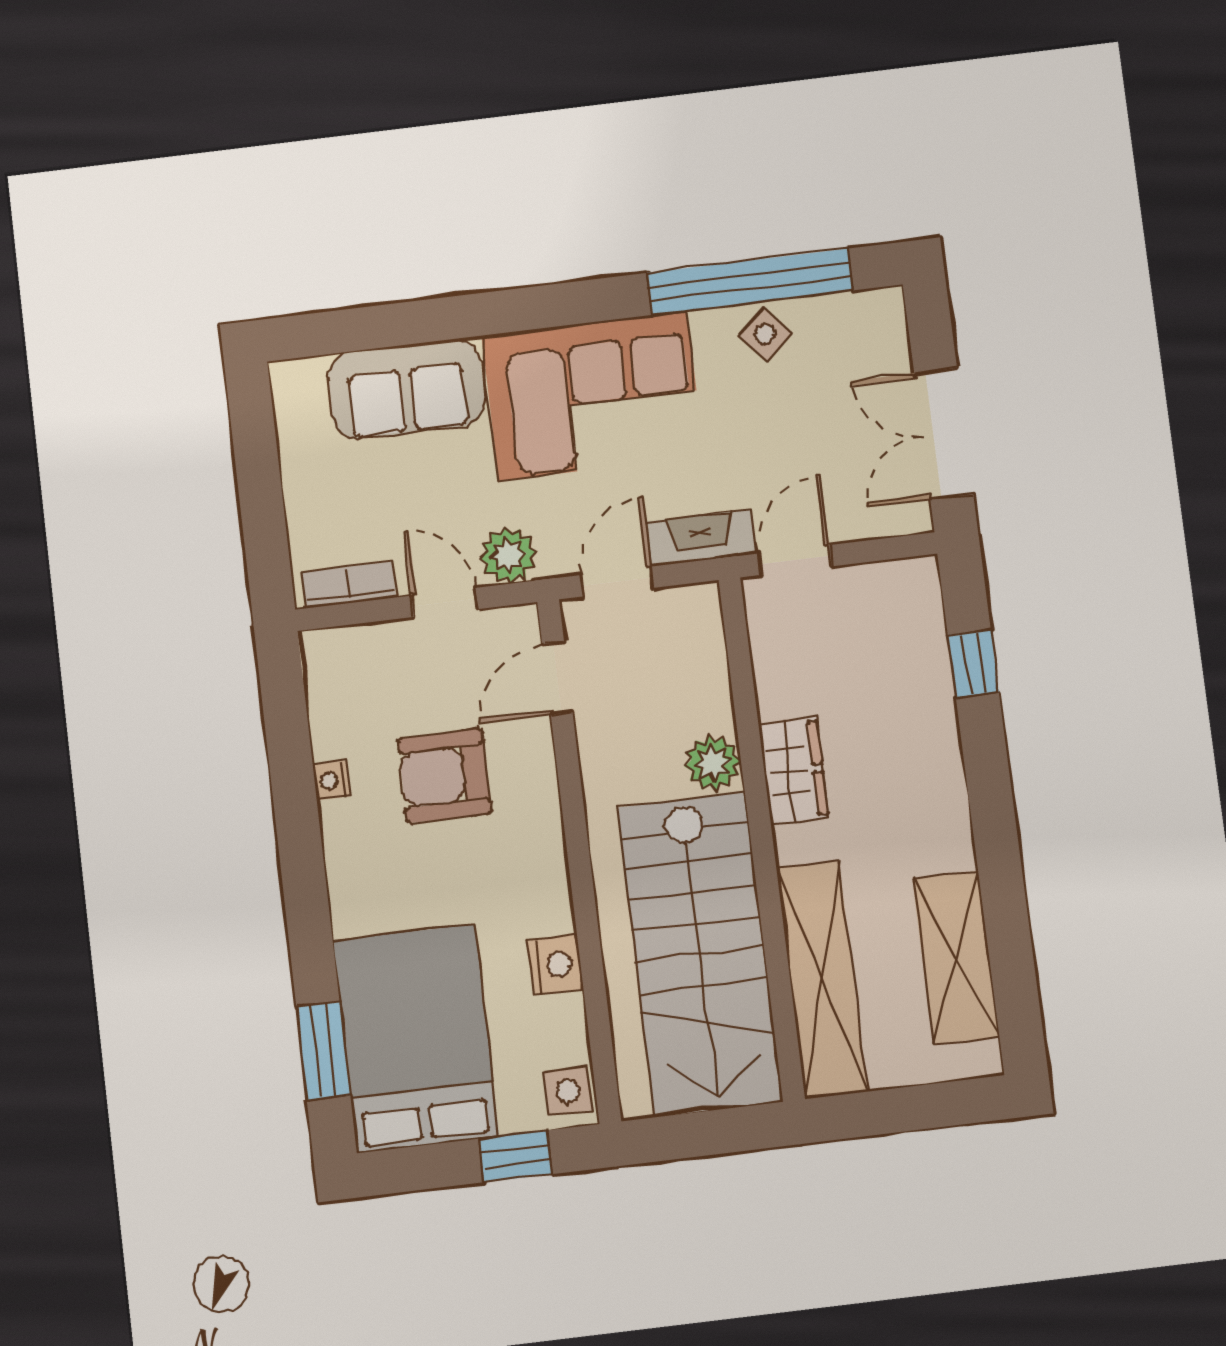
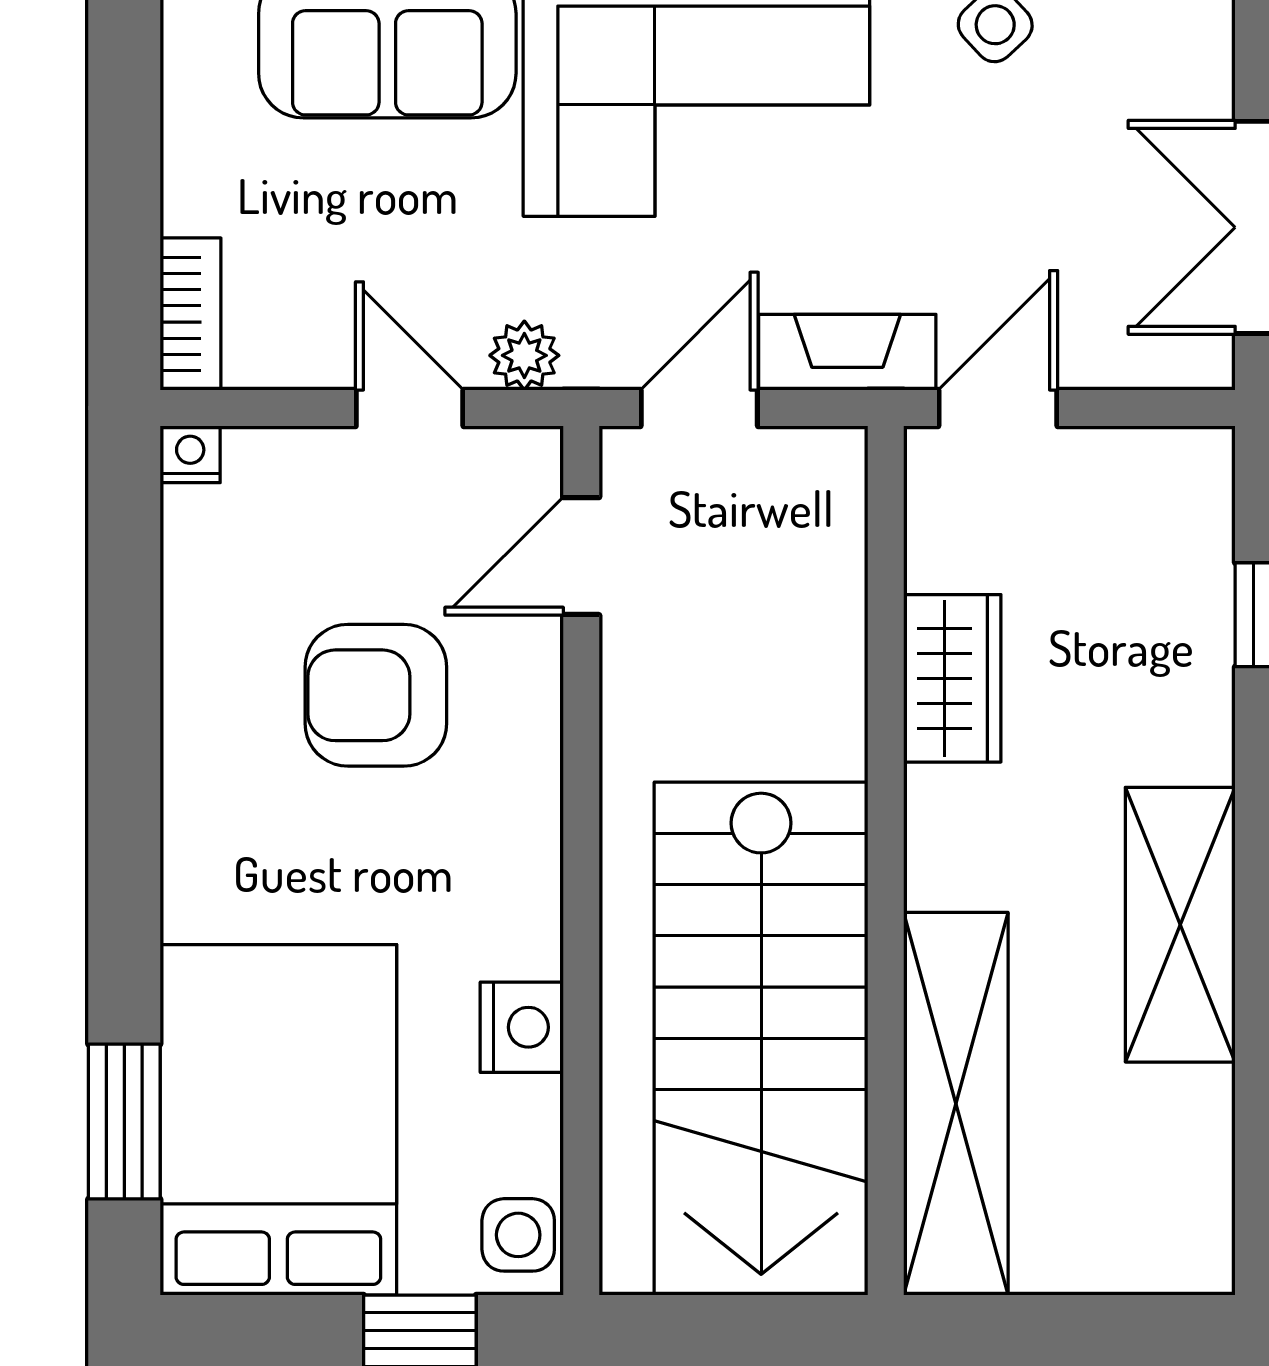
plant: (508, 555) -> (524, 355), width x0.73, depth x0.73
bookcase: (349, 585) -> (191, 314), moved, turned 90
plant: (713, 763) -> (821, 728), removed
wardrobe: (794, 771) -> (952, 678), moved
nightstand: (332, 780) -> (190, 454), moved, turned 90
shelving: (956, 957) -> (1180, 925), moved

